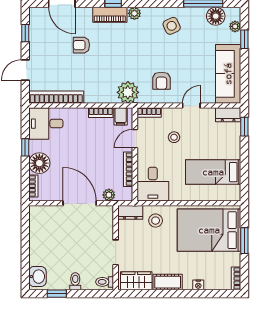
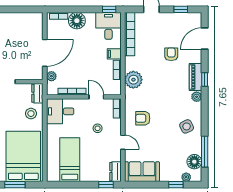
sofa: (228, 74) -> (142, 172), width x0.73
plant: (128, 92) -> (133, 80), moved
filing cabinet: (121, 116) -> (114, 54), moved
window: (25, 147) -> (109, 9), moved

